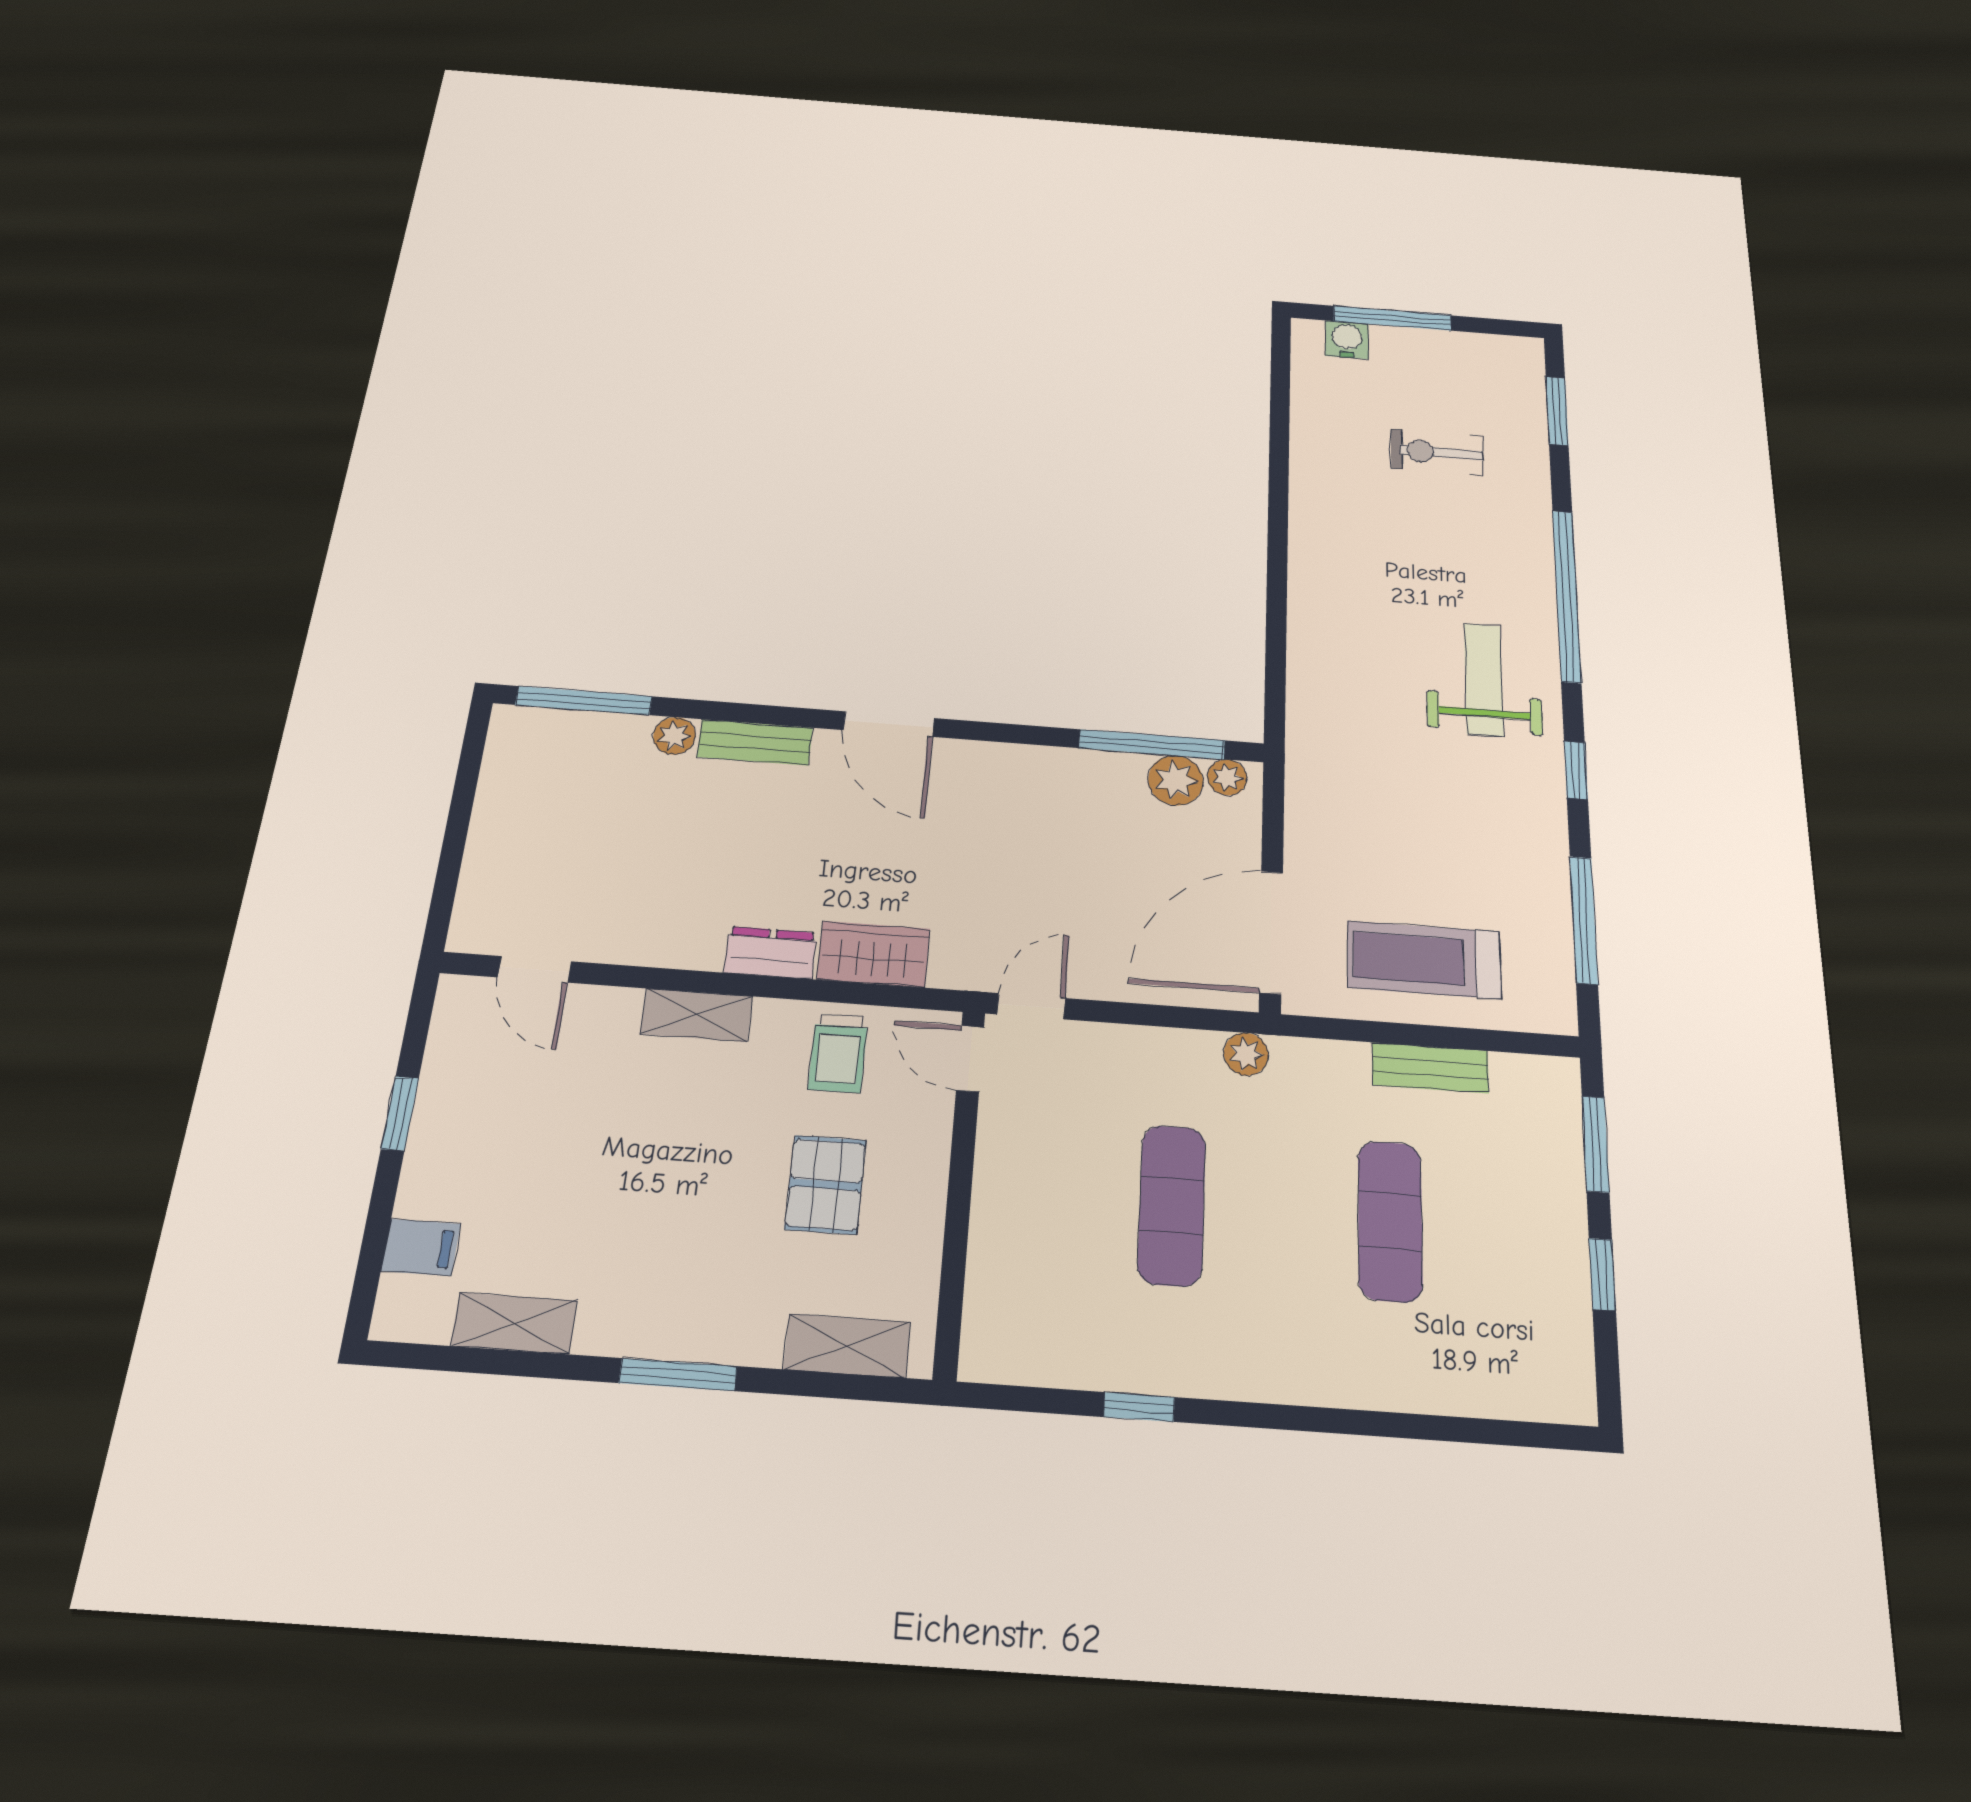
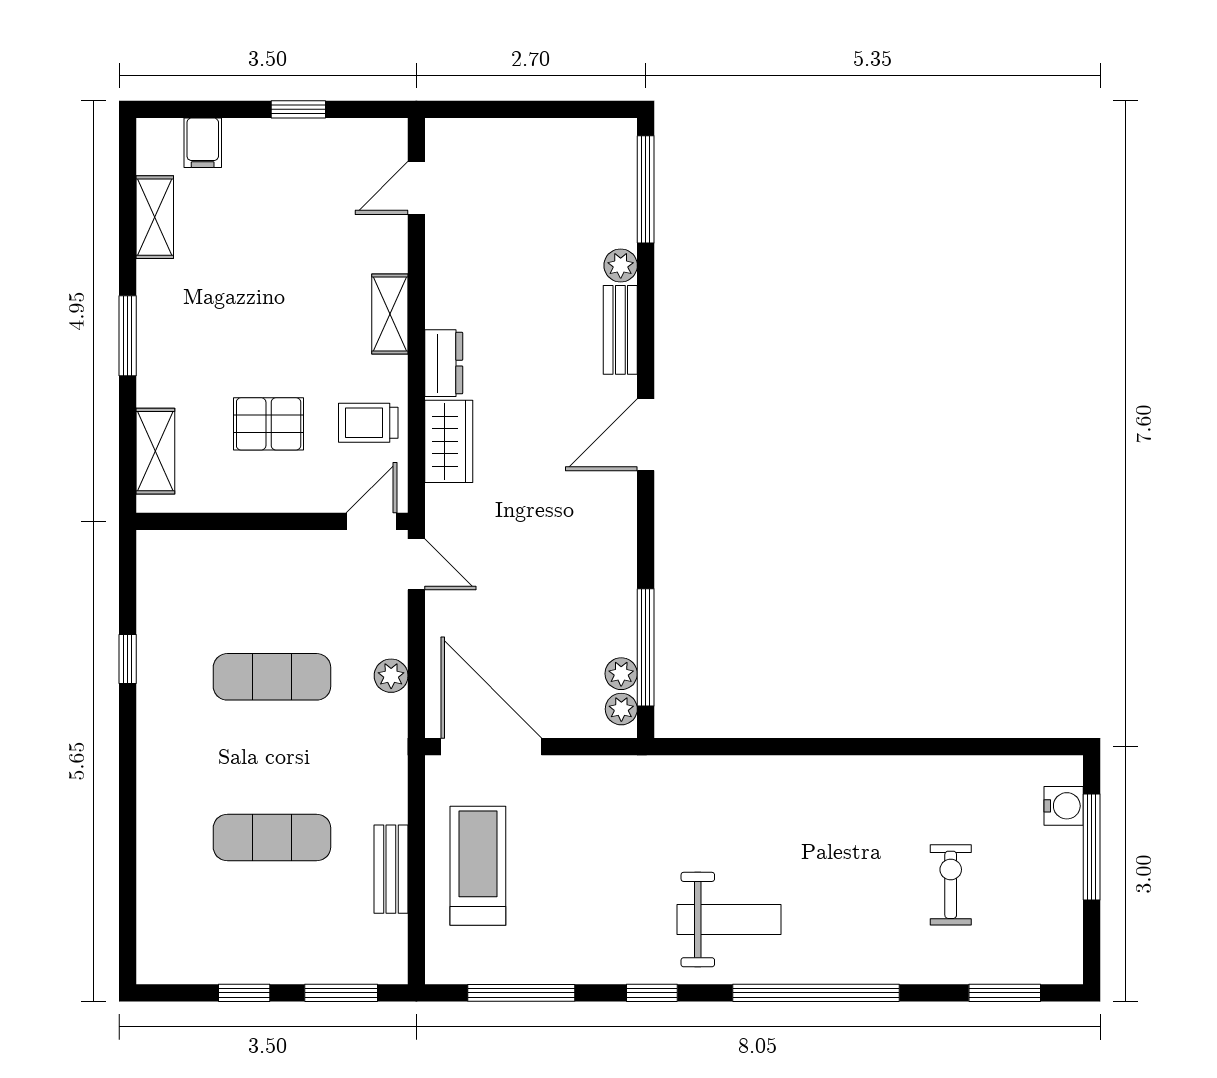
plant: (1176, 780) -> (621, 674), width x0.73, depth x0.73
plant: (1246, 1054) -> (391, 676), moved

